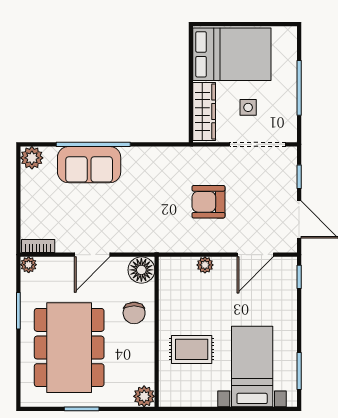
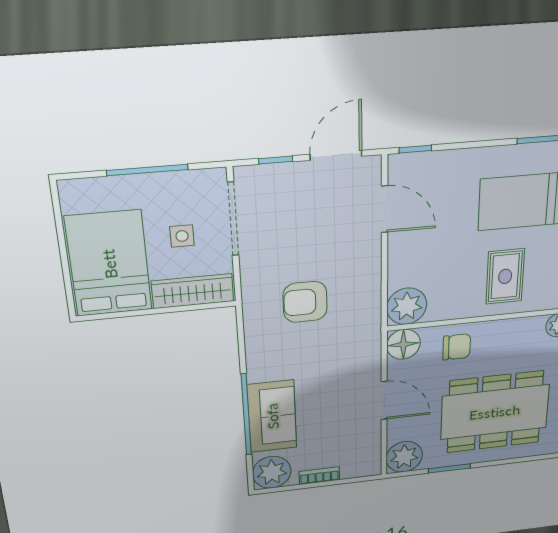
plant: (32, 158) -> (272, 472), width x1.36, depth x1.36
armchair: (208, 202) -> (305, 302), moved, turned 90
bookcase: (38, 246) -> (319, 476), moved, turned 90
plant: (29, 265) -> (404, 457), width x1.87, depth x1.87
plant: (205, 265) -> (407, 306), moved, width x1.87, depth x1.87

